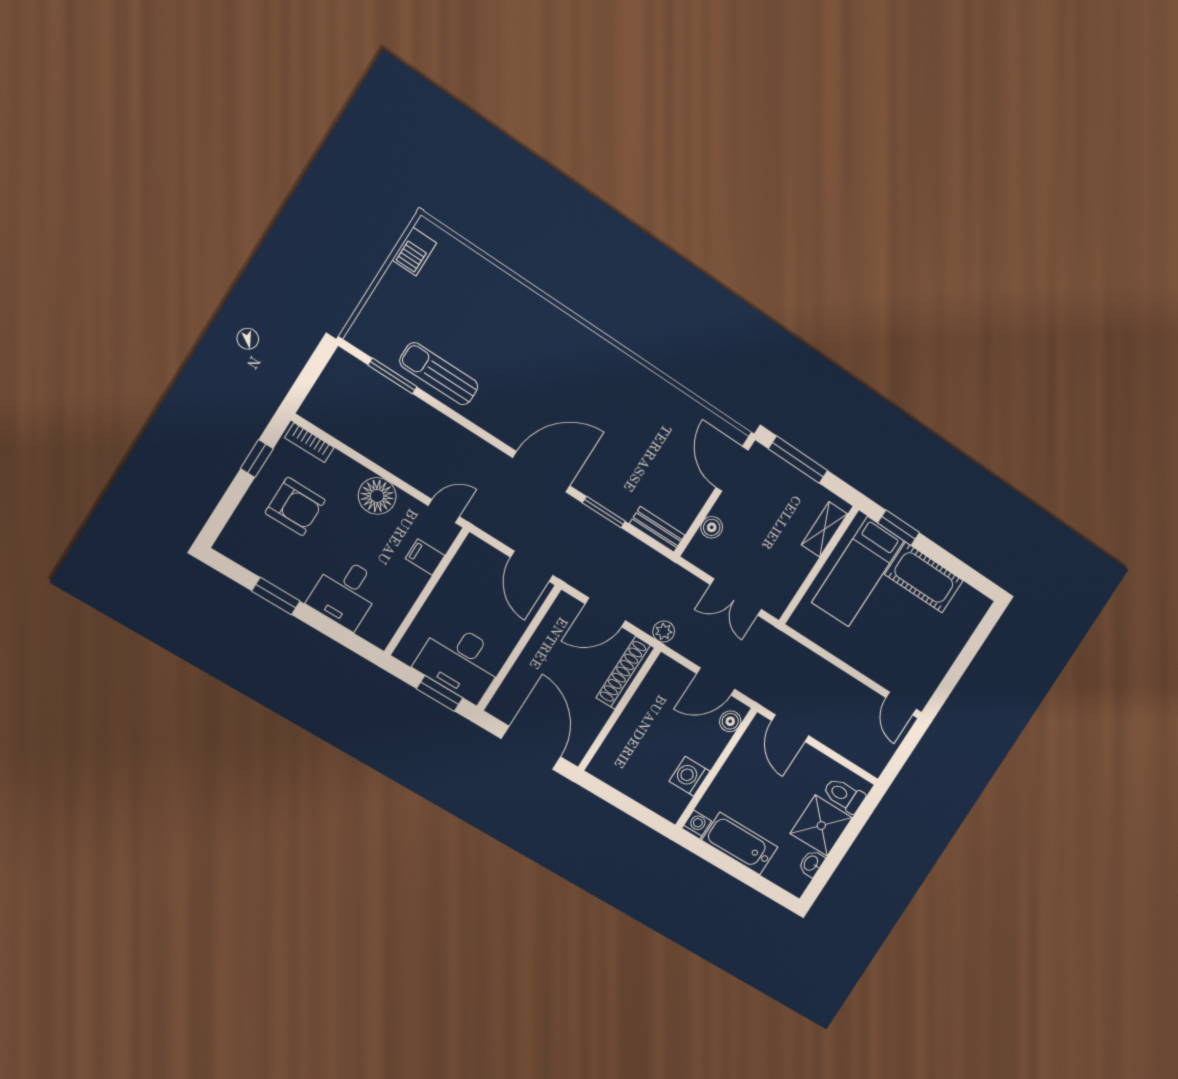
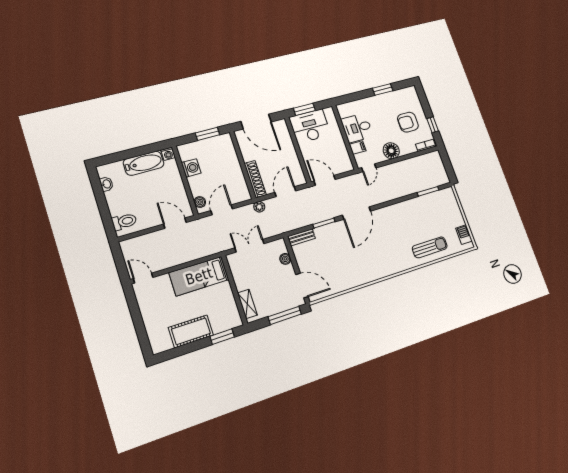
sun lounger: (439, 374) -> (430, 247), moved
bed: (858, 572) -> (199, 276), moved, turned -90
desk: (345, 593) -> (357, 128), moved, turned -90
window: (617, 799) -> (208, 134), added
shower: (821, 826) -> (120, 202), removed

